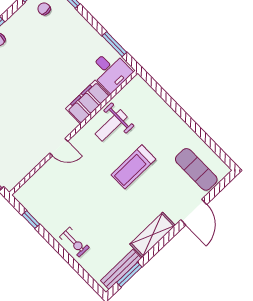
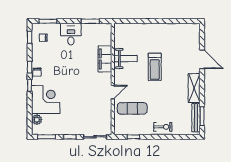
desk: (110, 71) -> (71, 34), moved, turned -90
weight bench: (111, 125) -> (126, 59), turned -90
exercise mat: (196, 169) -> (132, 108), moved

